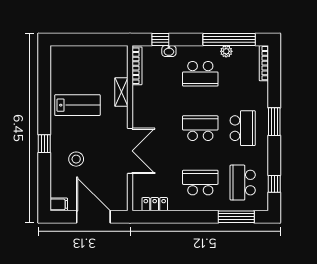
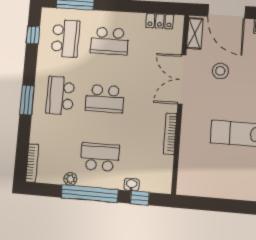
window: (229, 40) -> (90, 194), moved
bookcase: (137, 66) -> (170, 134), moved
shelving: (121, 92) -> (195, 33), moved
stool: (76, 159) -> (220, 71), moved

